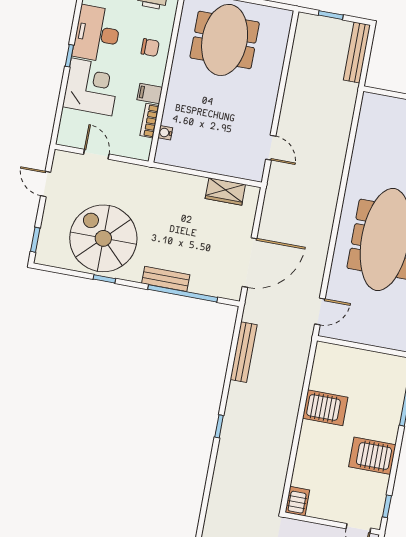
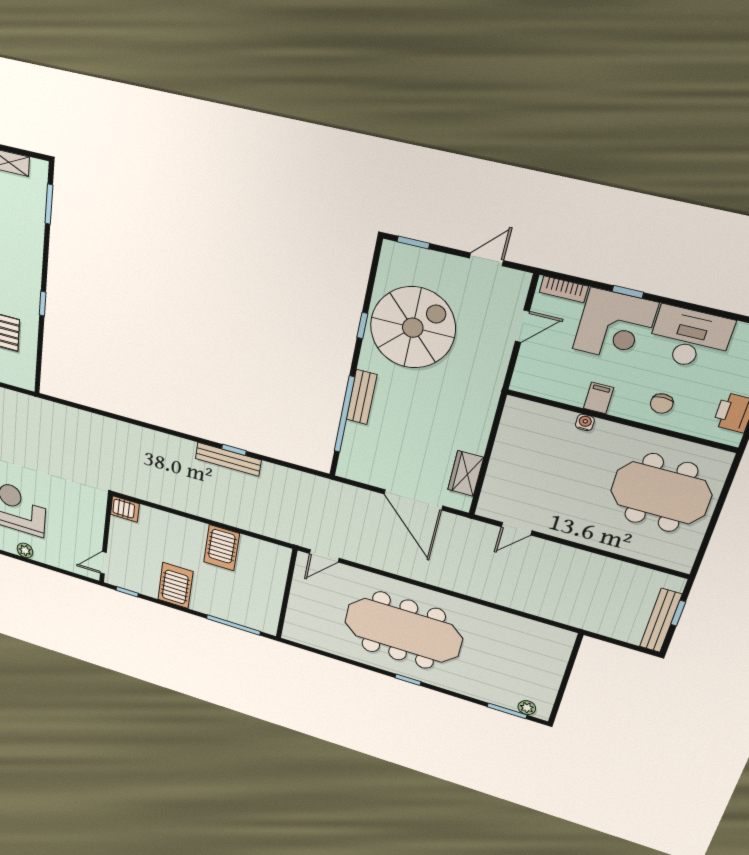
bench: (357, 52) -> (661, 621), moved, turned 90
window: (69, 56) -> (628, 292), moved
bookcase: (150, 121) -> (564, 289), moved, turned 180
water cooler: (165, 133) -> (585, 422), moved
door: (249, 262) -> (413, 500), moved
door: (320, 311) -> (324, 556), hinge flipped
bench: (244, 352) -> (228, 459), moved
window: (219, 426) -> (234, 450), moved

